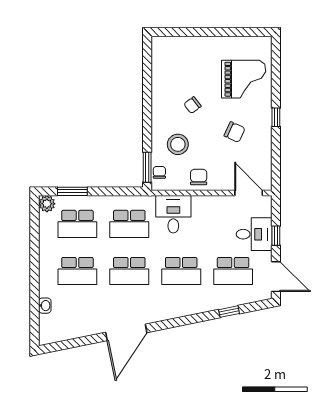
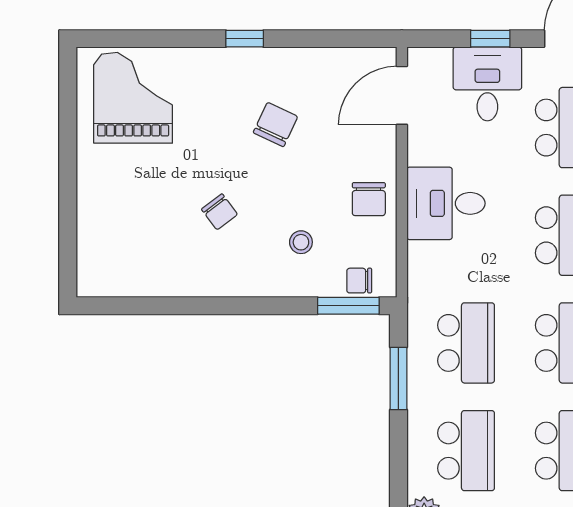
grand piano: (244, 79) -> (133, 98), moved
stool: (178, 144) -> (301, 242), width x0.53, depth x0.53
chair: (199, 177) -> (369, 199), turned -90
window: (72, 191) -> (398, 378), moved
desk: (173, 214) -> (446, 203), moved

